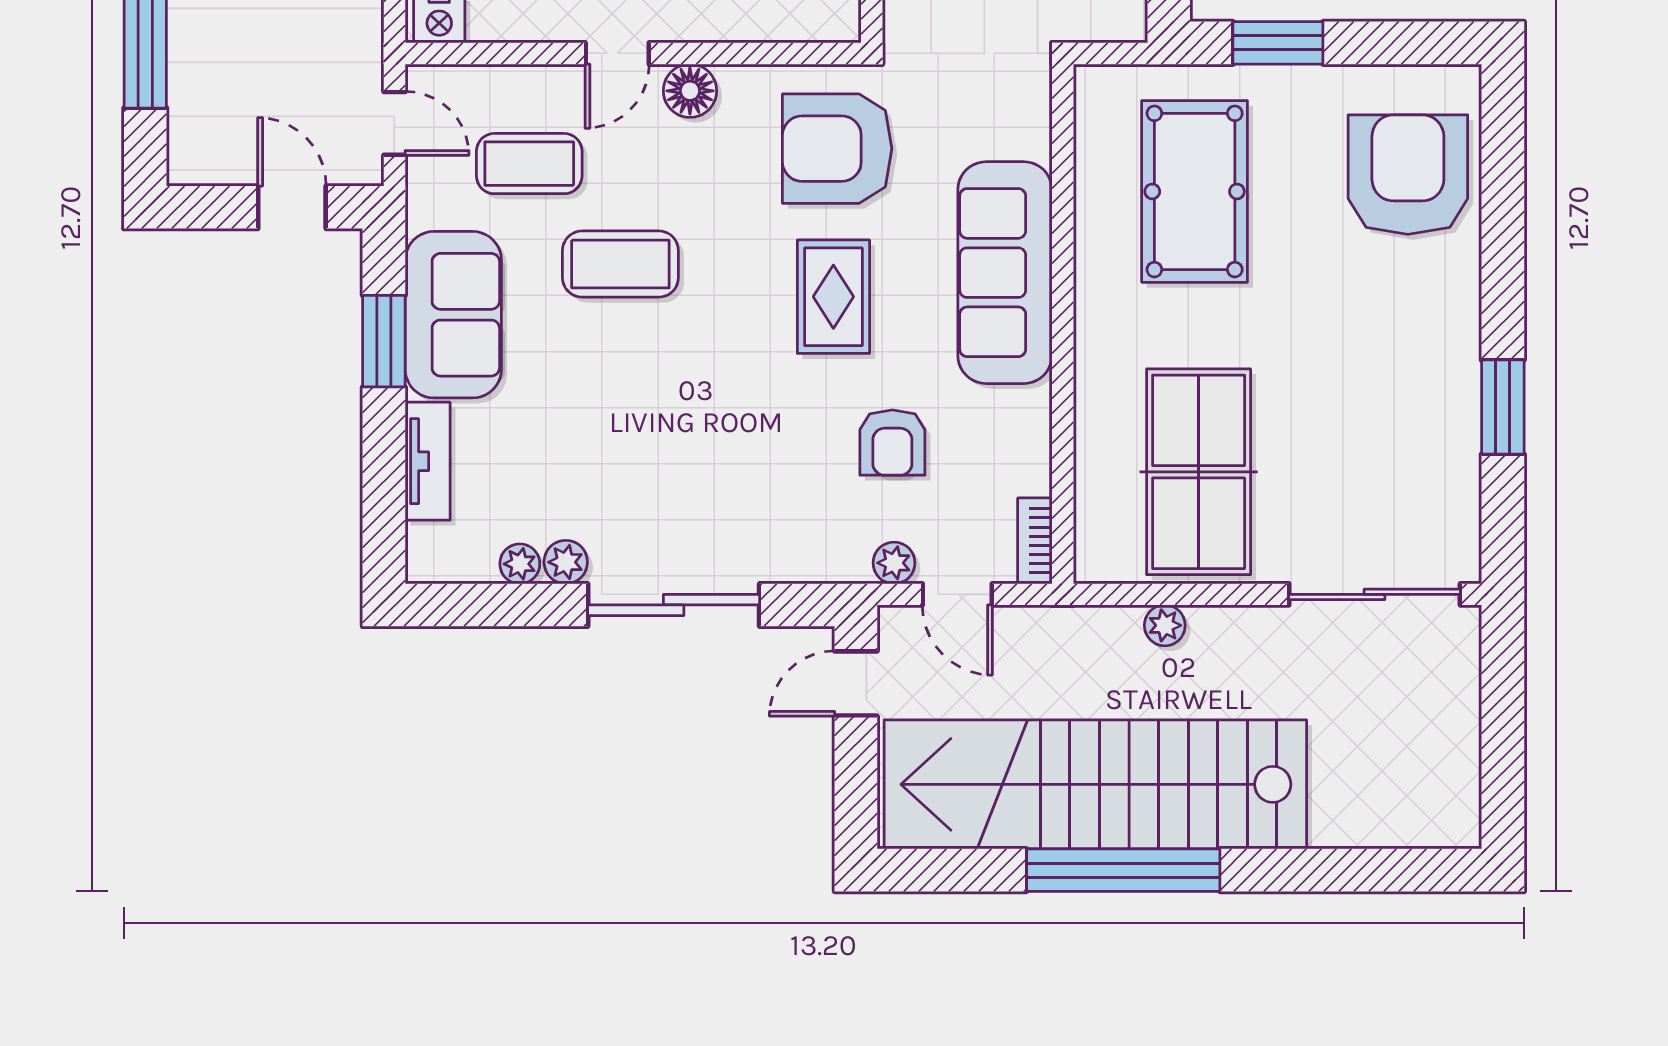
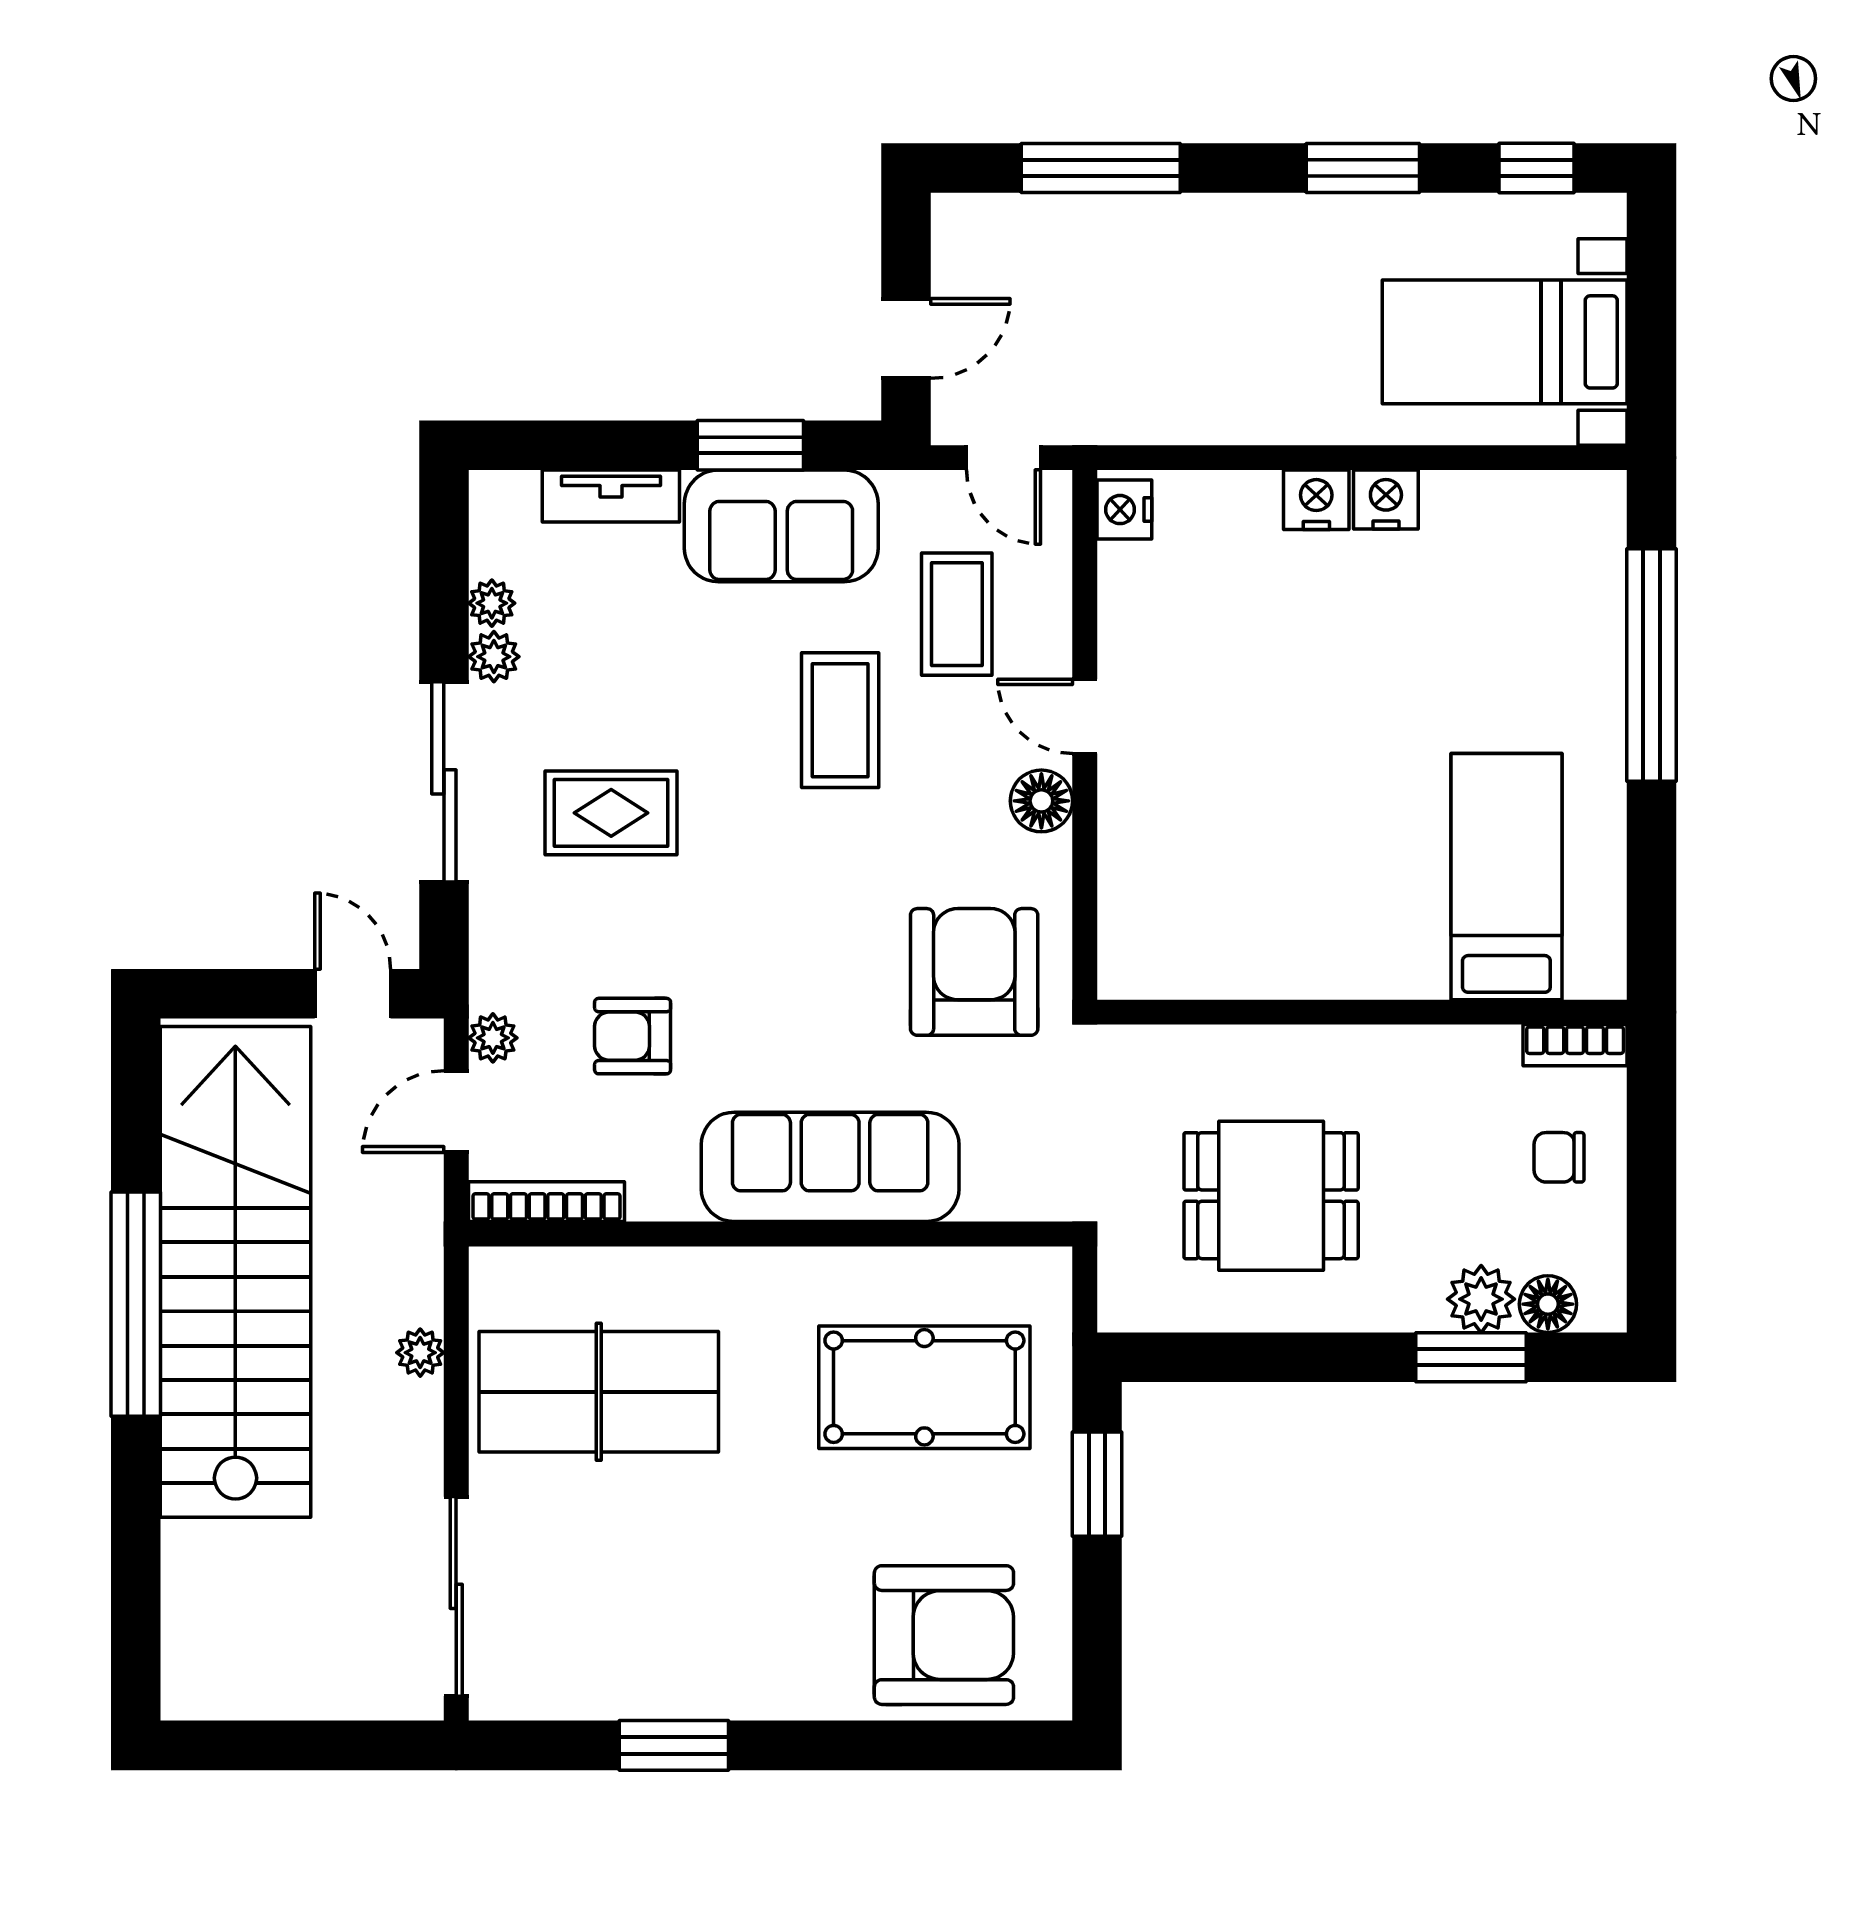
door: (394, 123) -> (1003, 458), hinge flipped
rug: (833, 297) -> (611, 813), moved
bookcase: (1035, 541) -> (546, 1202), width x1.56

